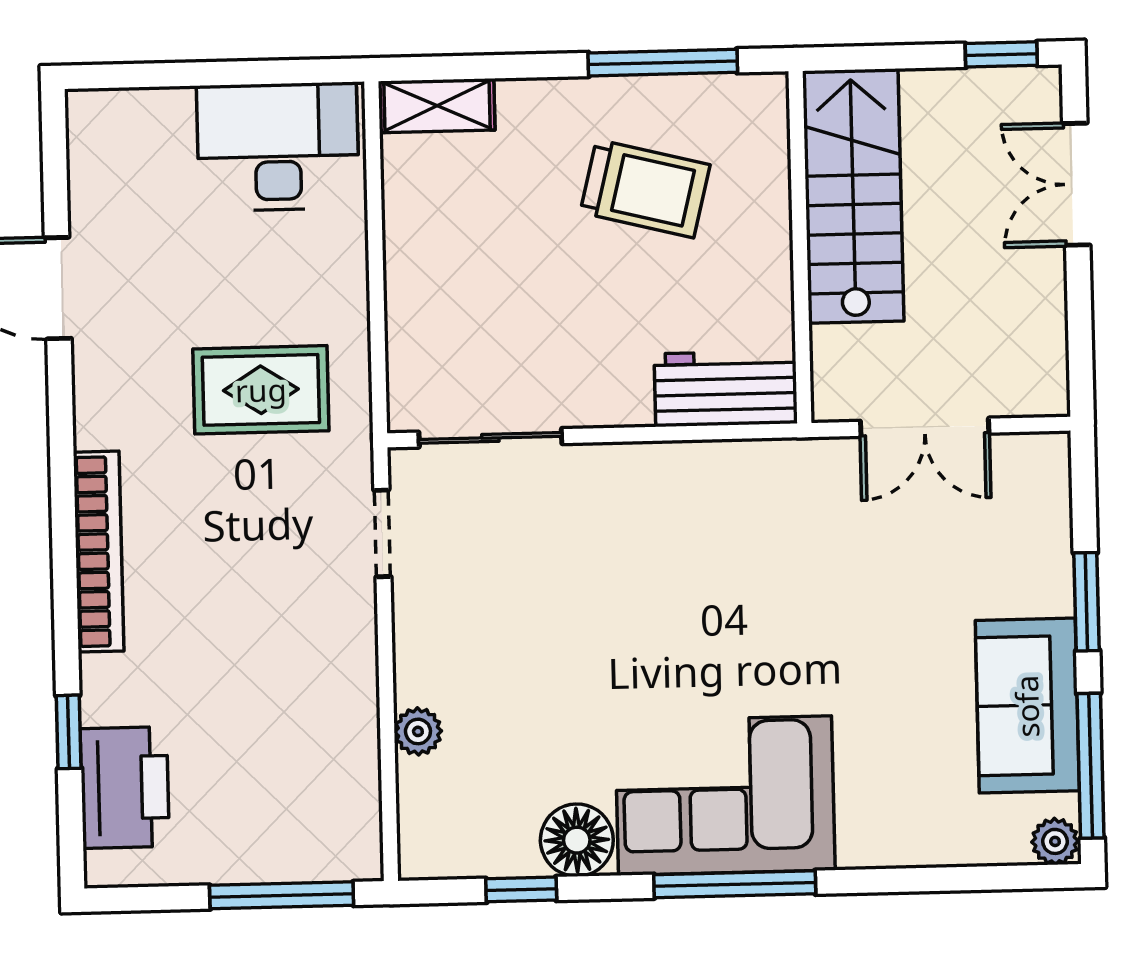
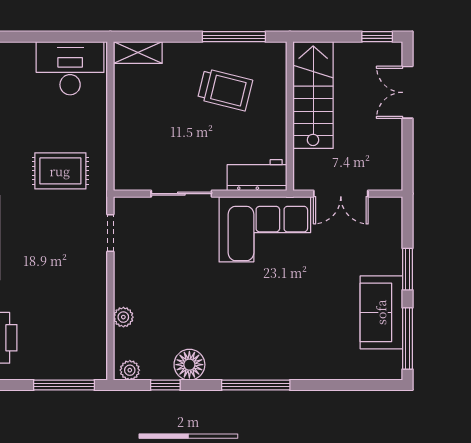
sliding door: (490, 438) -> (181, 194), moved
corner sofa: (725, 796) -> (265, 229), moved, turned 180
plant: (1055, 841) -> (130, 370), moved

